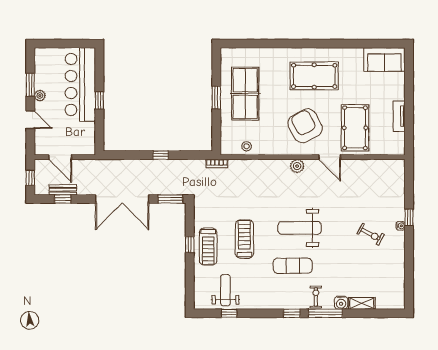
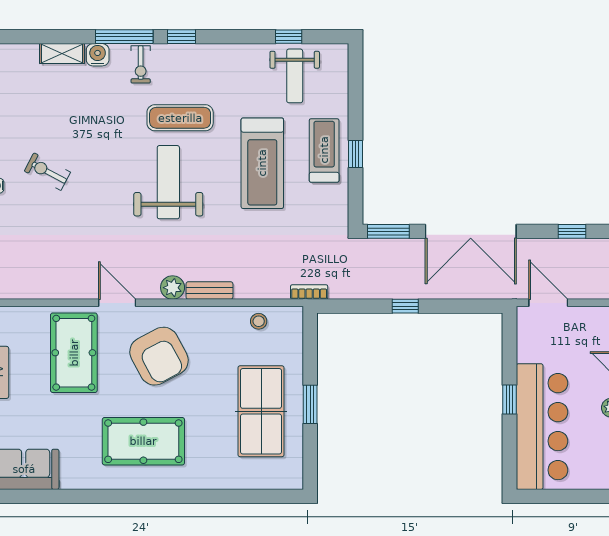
door: (60, 157) -> (548, 303), moved
bench: (63, 190) -> (209, 291), moved
double door: (122, 199) -> (471, 231), swing flipped
weight bench: (300, 228) -> (168, 182), turned -90
treadmill: (244, 239) -> (262, 163), width x1.37, depth x1.38

